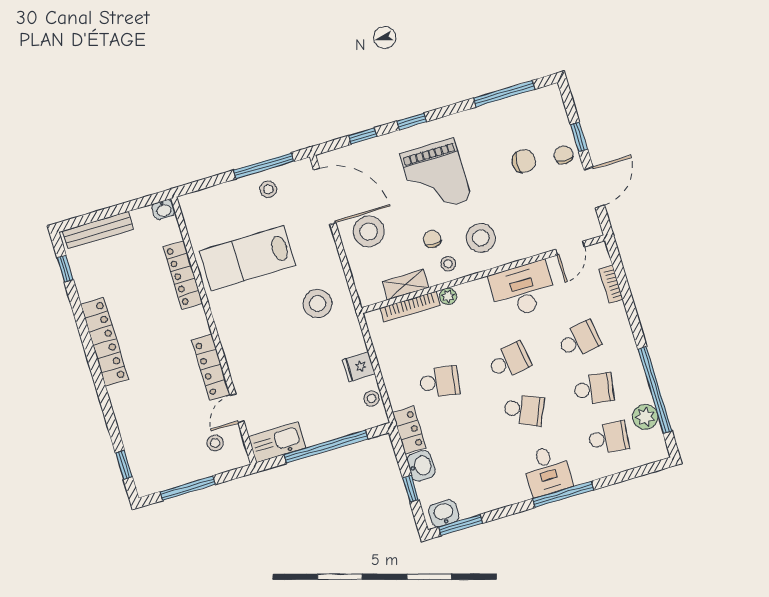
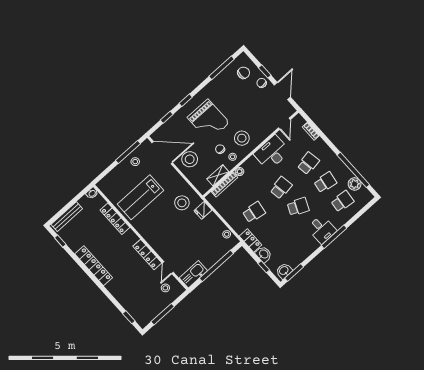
chair: (524, 161) -> (244, 73), moved
fridge: (359, 367) -> (203, 210), moved

